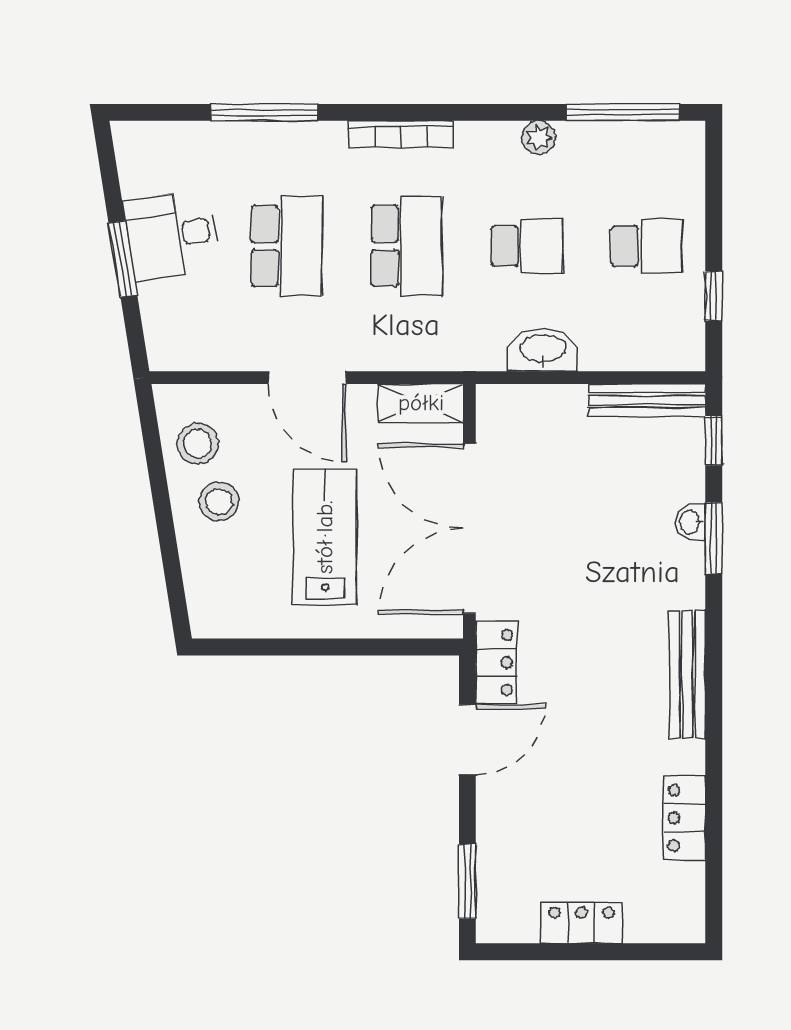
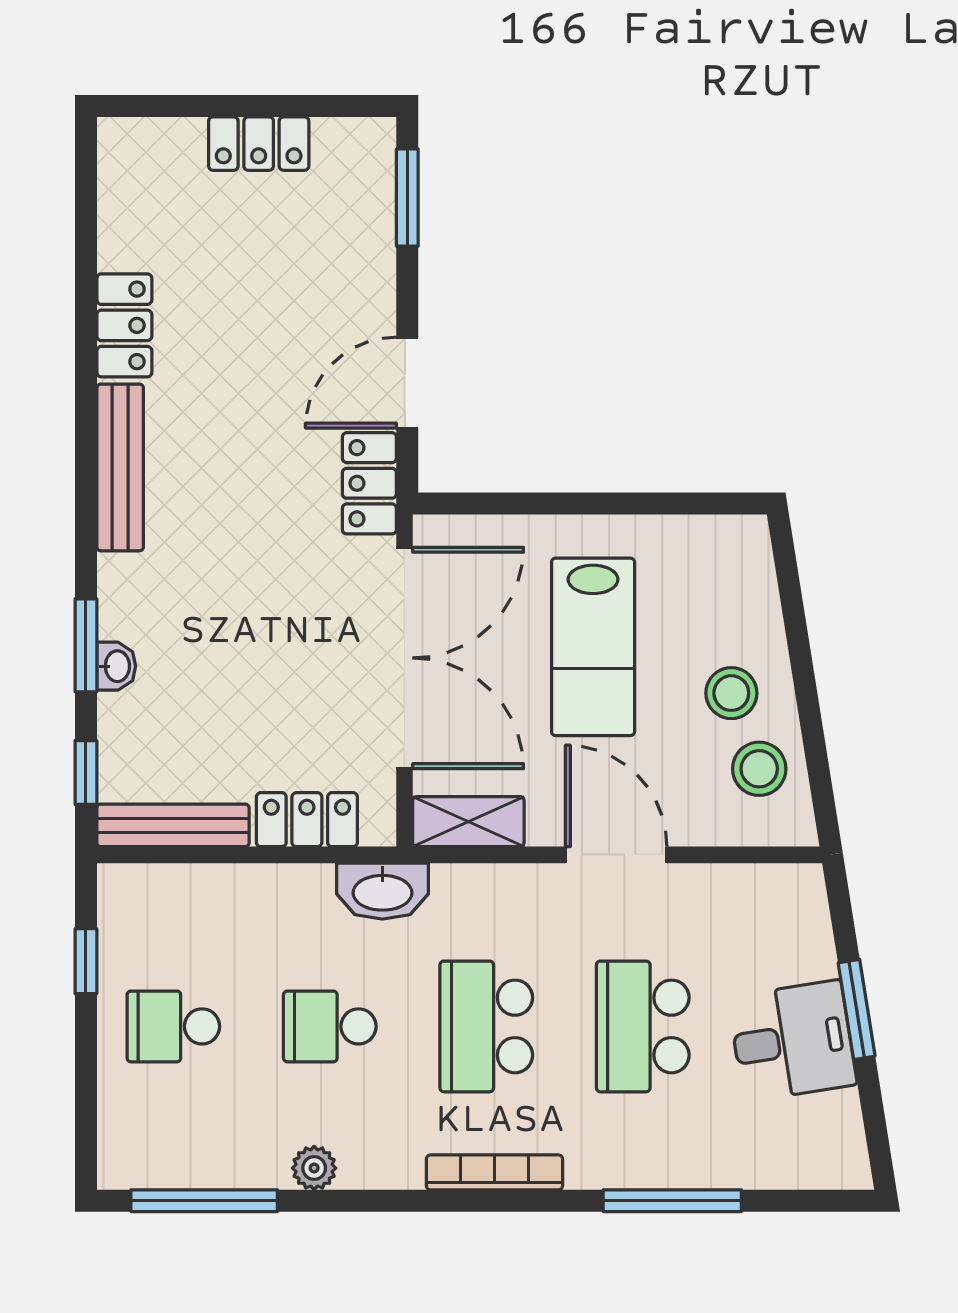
washbasin: (543, 350) -> (382, 891), moved
locker: (544, 405) -> (307, 820), added
locker: (684, 818) -> (124, 325), moved

